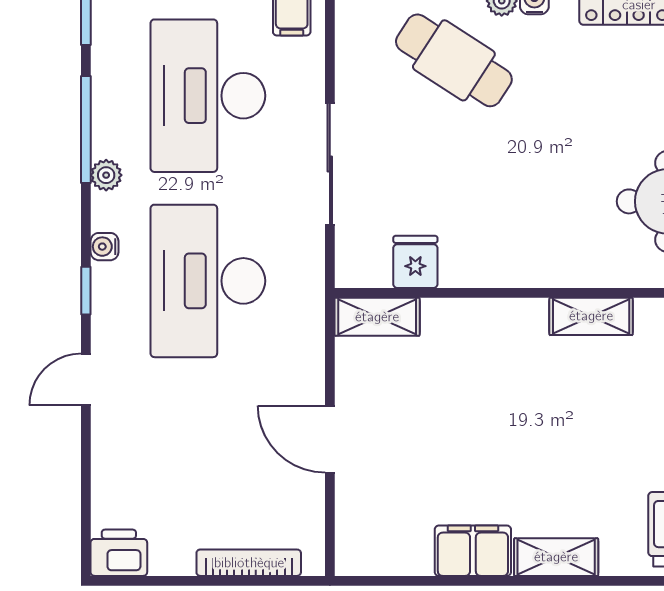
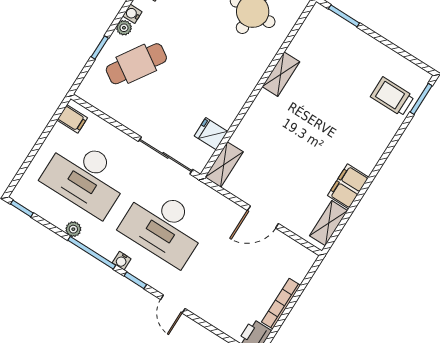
window: (86, 129) -> (92, 253), moved
sliding door: (330, 164) -> (166, 155), moved
plant: (106, 175) -> (73, 229), moved
shelving: (556, 557) -> (329, 223), moved
bookcase: (249, 563) -> (281, 304), moved

